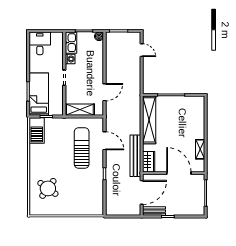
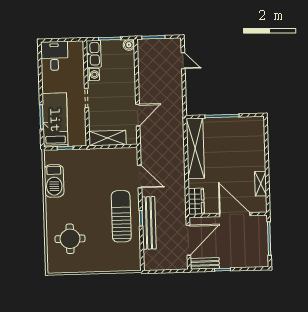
barbecue: (37, 130) -> (54, 181), moved
sun lounger: (82, 148) -> (121, 216), moved
bench: (135, 156) -> (149, 223), moved
round table: (48, 188) -> (70, 239), turned -36

